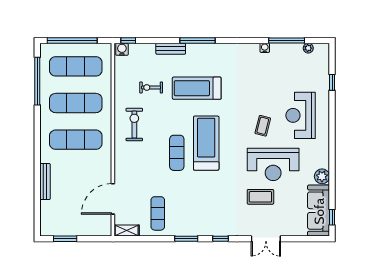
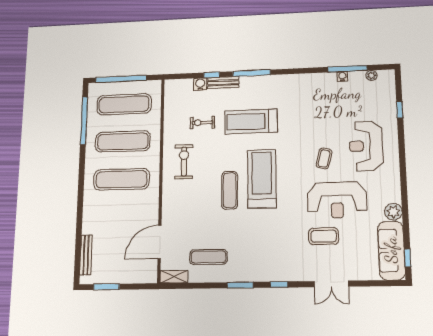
window: (128, 41) -> (212, 75), moved
water cooler: (265, 48) -> (342, 76), moved
water cooler: (122, 49) -> (200, 84), moved
bench: (45, 182) -> (86, 255), moved
exercise mat: (158, 213) -> (208, 257), turned 90

